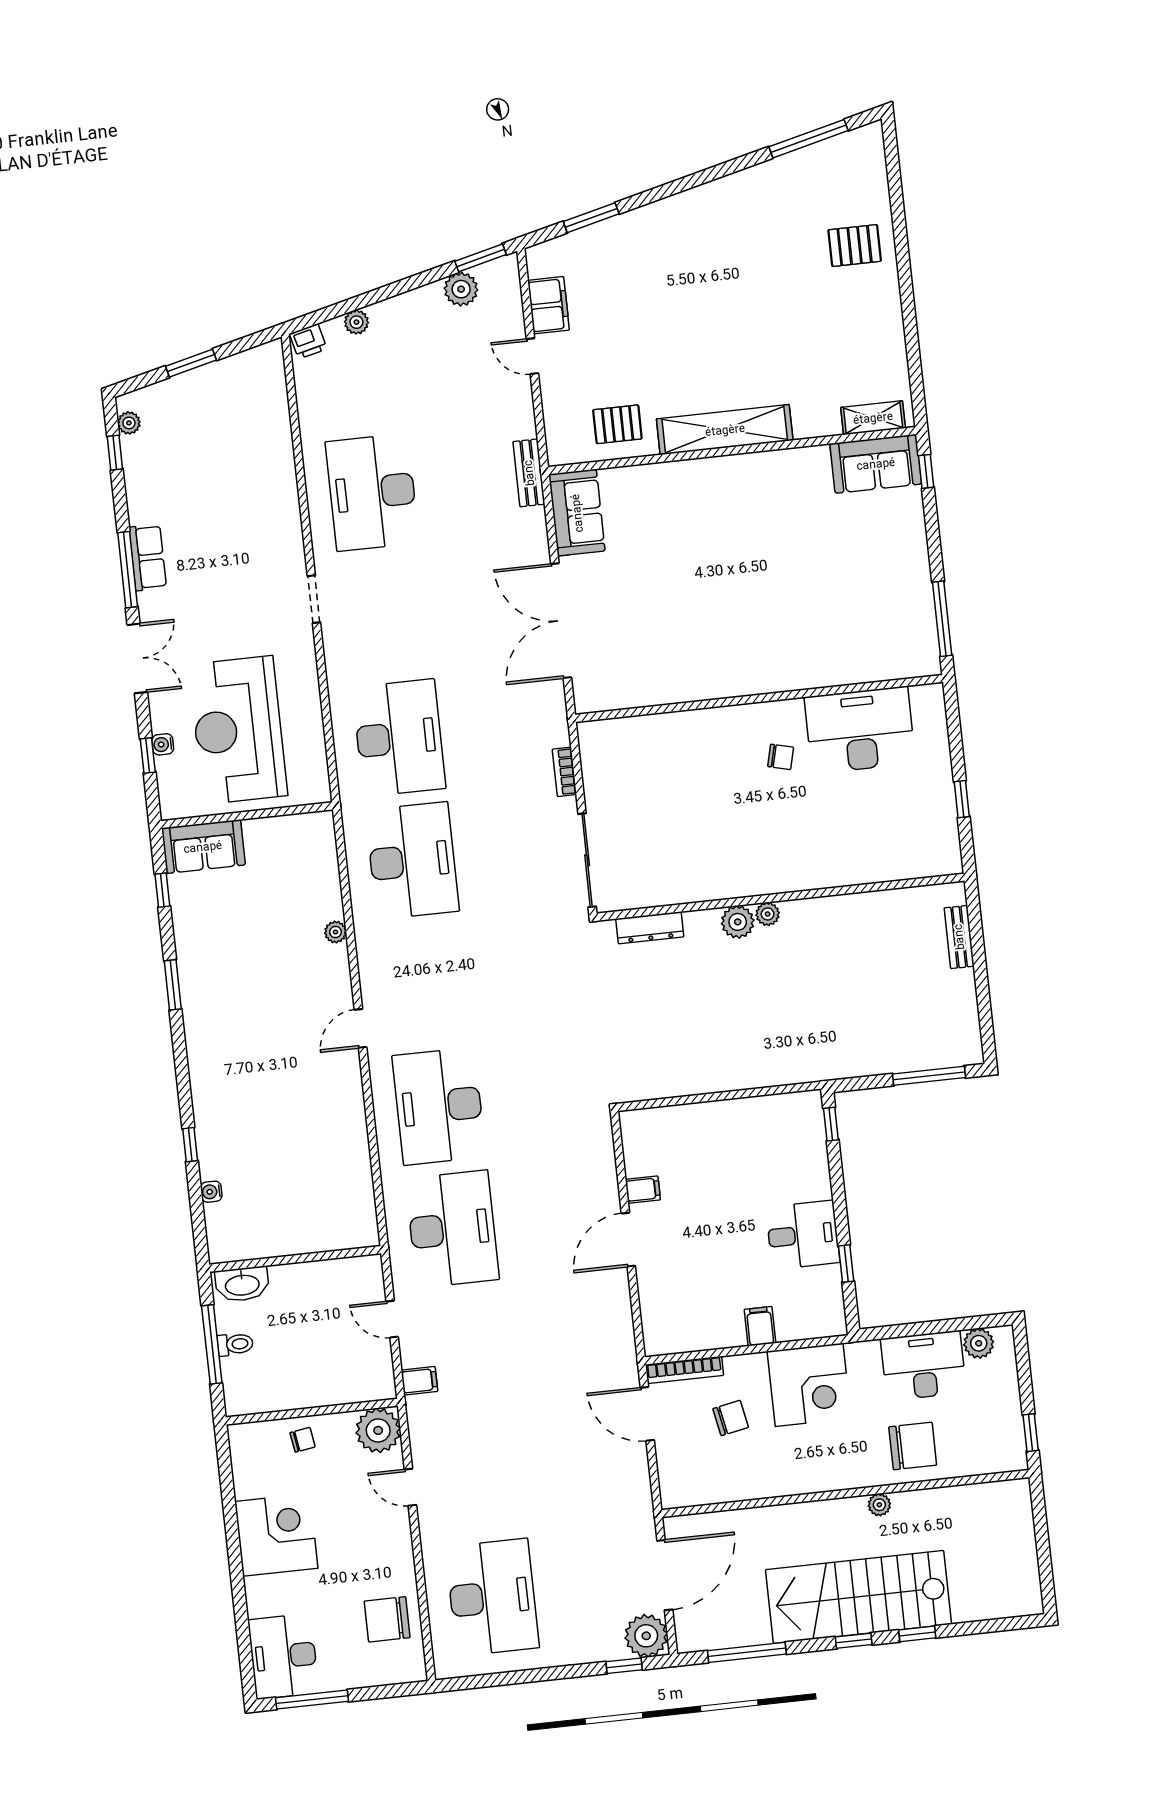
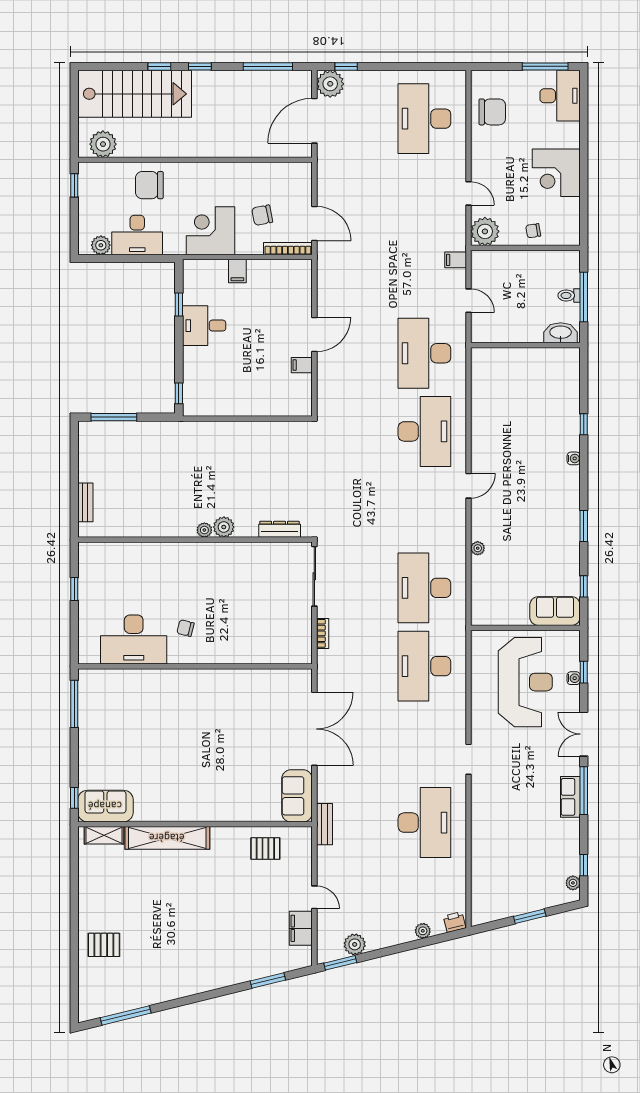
shelving: (725, 430) -> (167, 838), moved
water cooler: (211, 1192) -> (574, 458), moved
plant: (879, 1505) -> (103, 144), moved, width x1.88, depth x1.88
stairs: (859, 1597) -> (135, 94), moved

